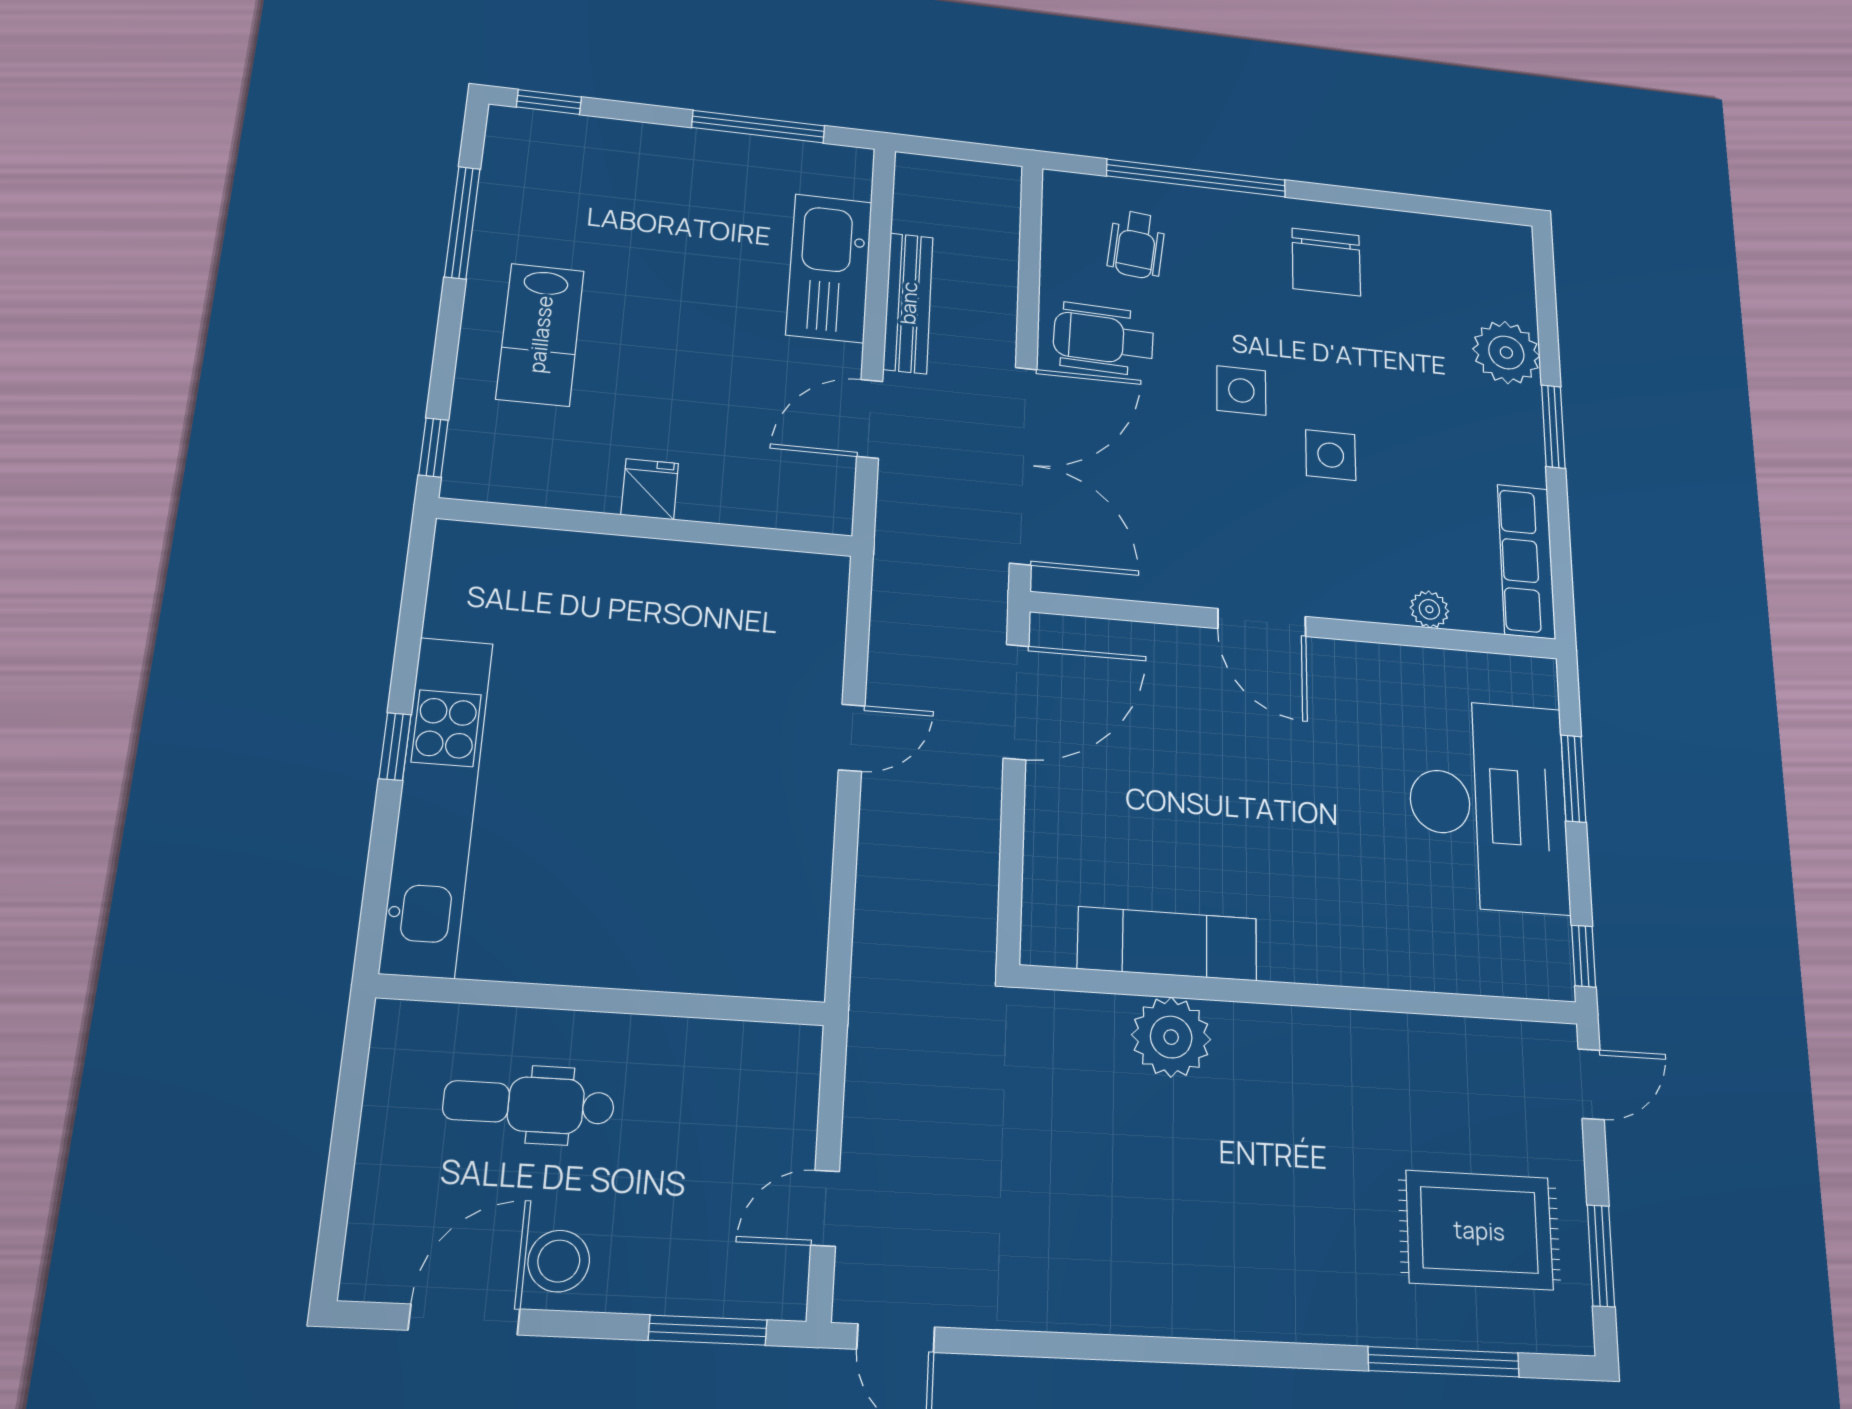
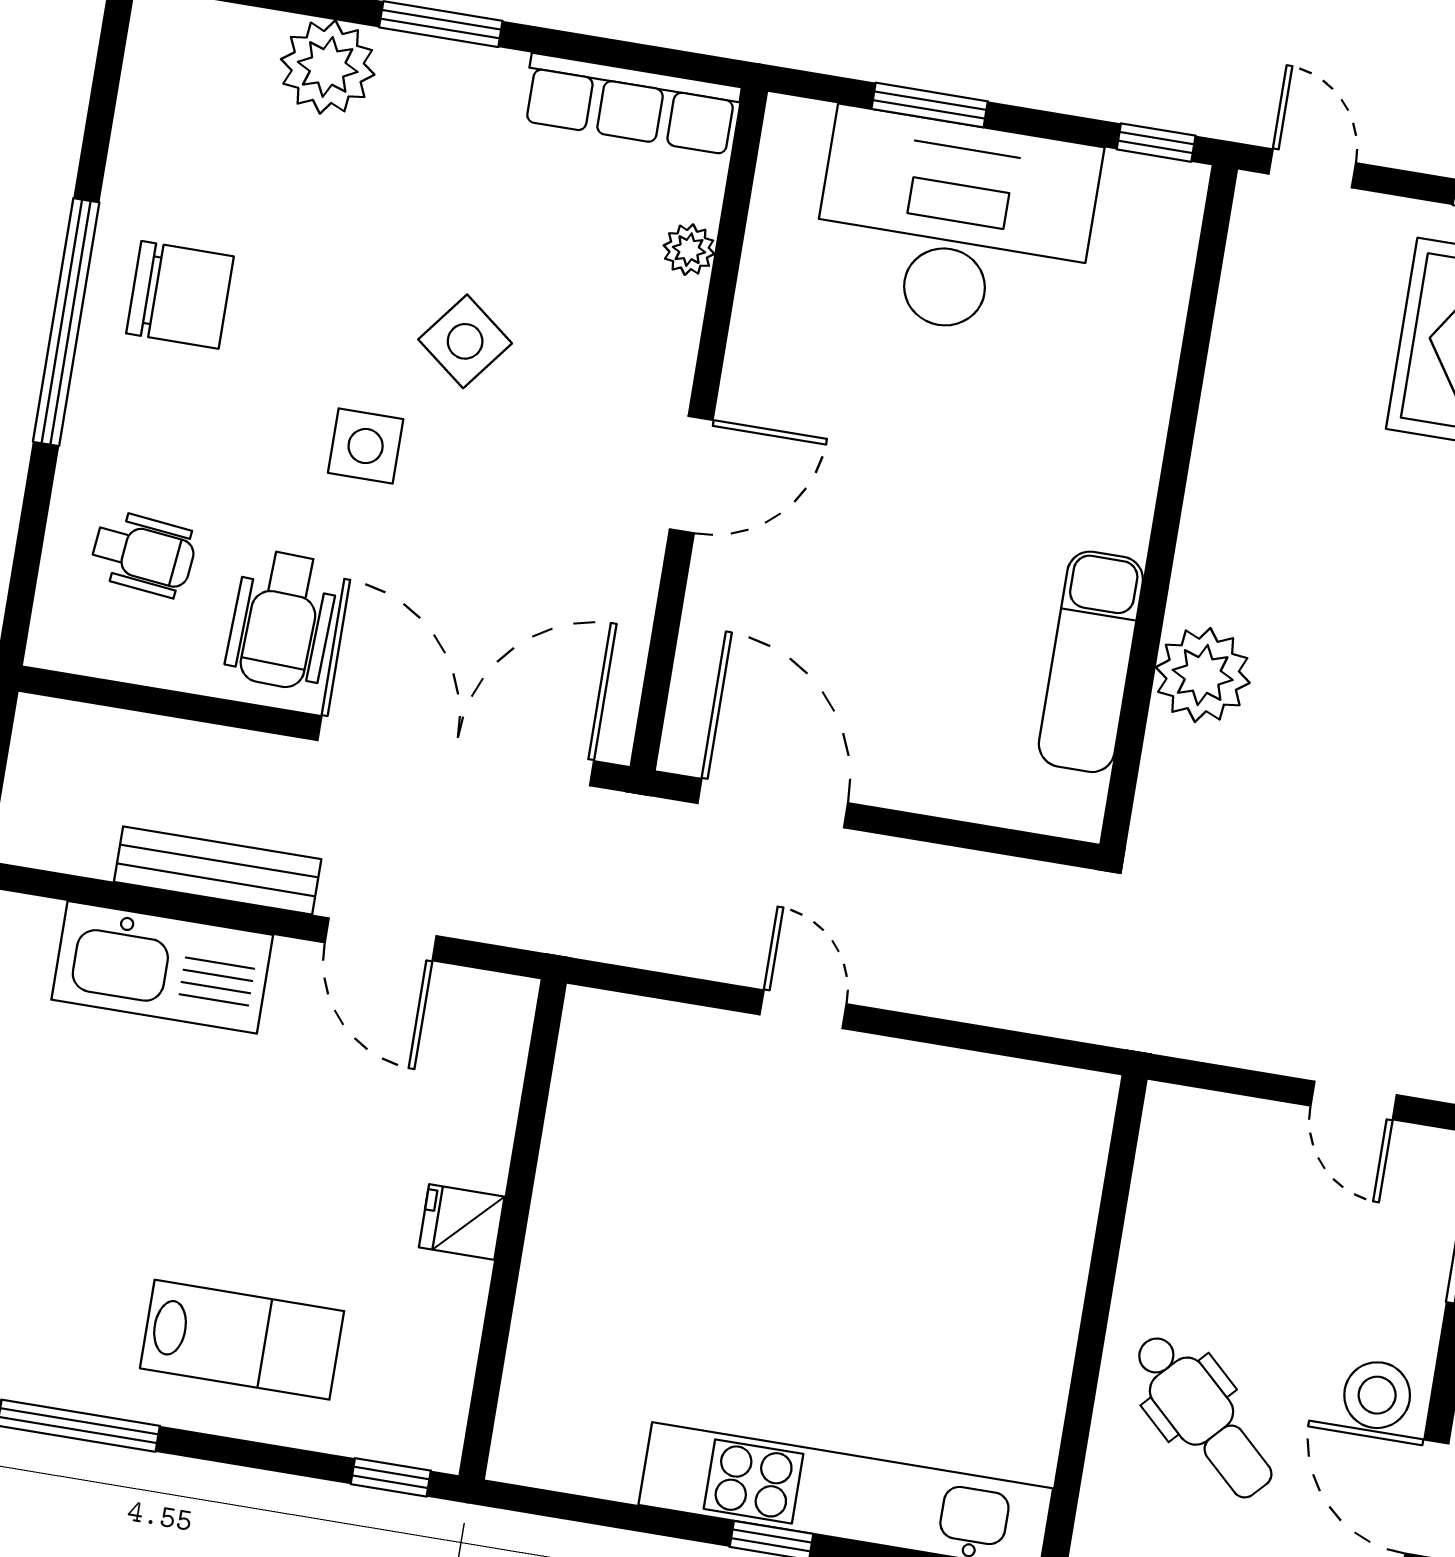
window: (1196, 178) -> (66, 322), moved
side table: (1331, 455) -> (465, 341), turned 38
dental chair: (529, 1104) -> (1203, 1416), turned -47

